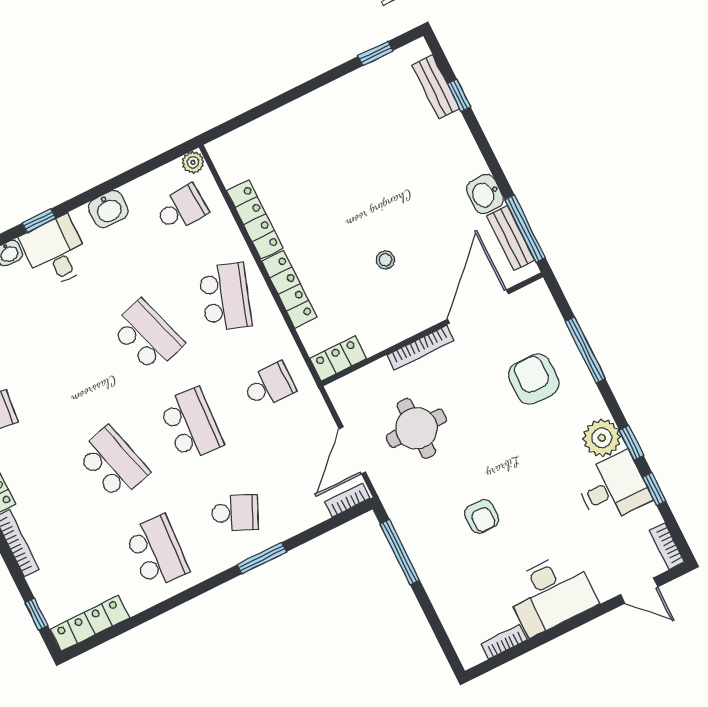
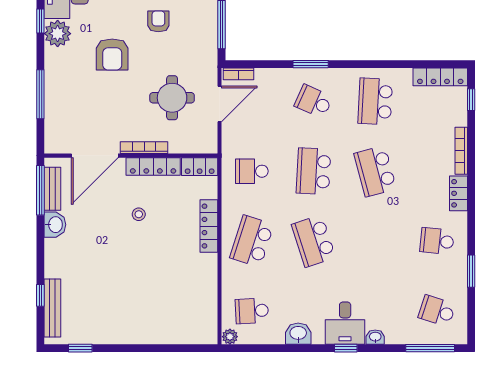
bench: (436, 87) -> (52, 308), width x1.36
locker: (255, 219) -> (153, 166), moved, turned -90
armchair: (534, 379) -> (112, 54), moved

